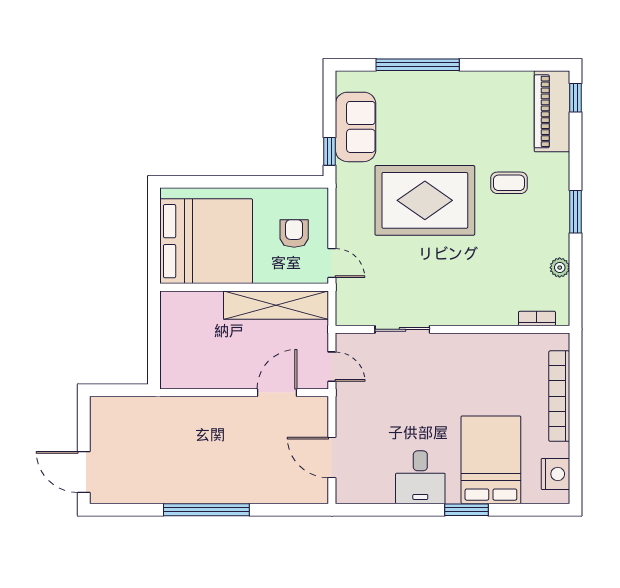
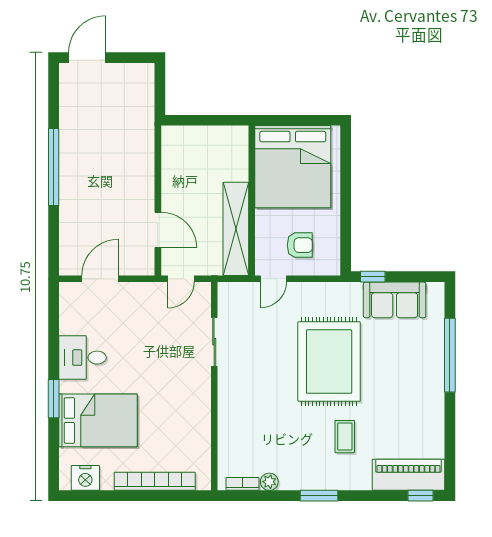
bookcase: (537, 319) -> (242, 484), moved, turned -90

